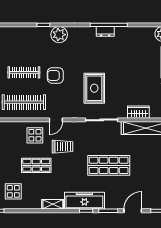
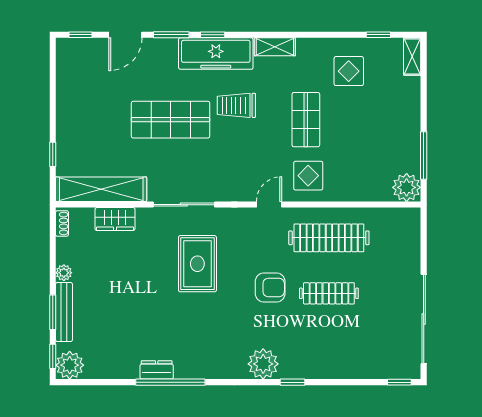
dresser: (105, 31) -> (157, 370), moved
trolley: (62, 147) -> (236, 105), moved
shop shelf: (36, 165) -> (306, 120), turned 90

